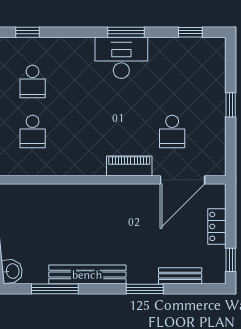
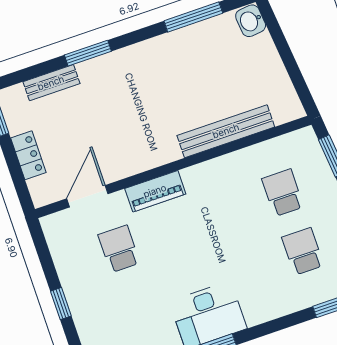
door: (183, 180) -> (87, 196), width x0.73
bench: (87, 275) -> (226, 131), moved

